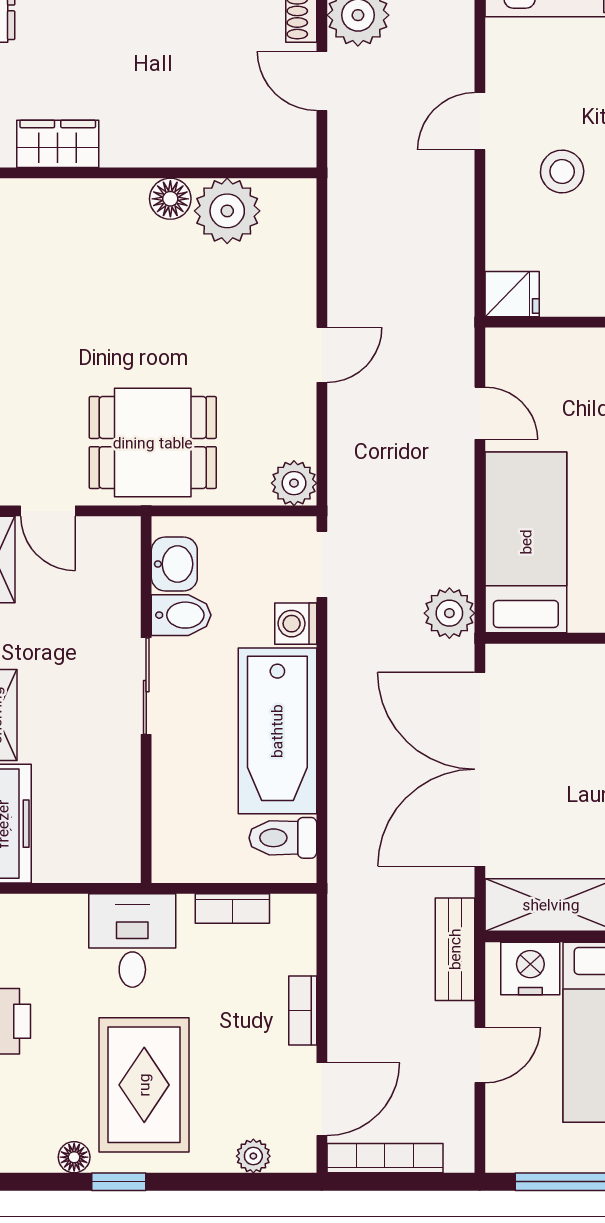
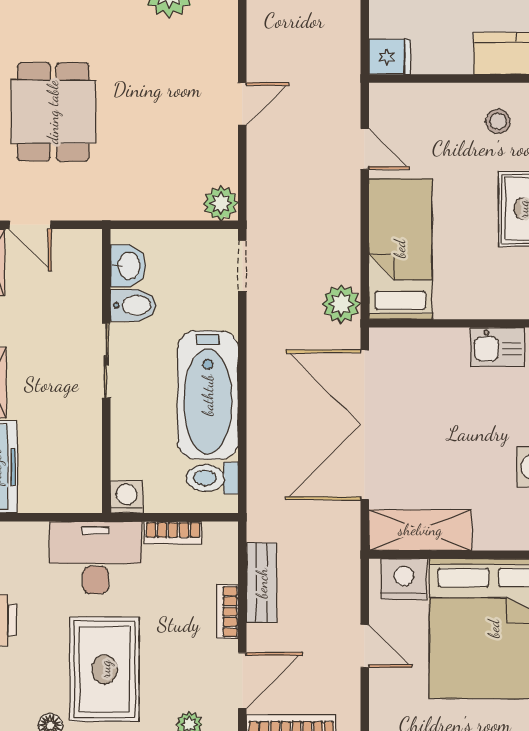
dining table: (153, 443) -> (53, 112), moved, turned 90
washing machine: (296, 624) -> (126, 497), moved, turned 90
desk: (132, 941) -> (96, 558), width x1.37
bench: (455, 949) -> (262, 583), moved
door: (480, 1055) -> (365, 646), hinge flipped

